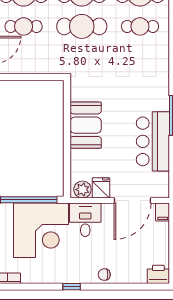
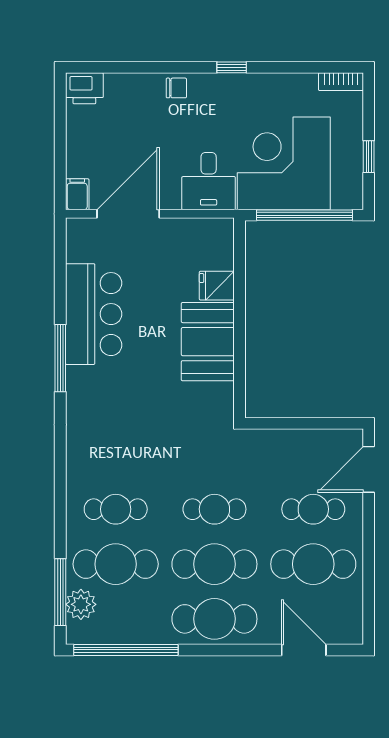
cafe table: (82, 26) -> (214, 509), width x0.73, depth x0.74
fridge: (101, 188) -> (217, 286), moved, turned 90
plant: (82, 190) -> (213, 232), removed

